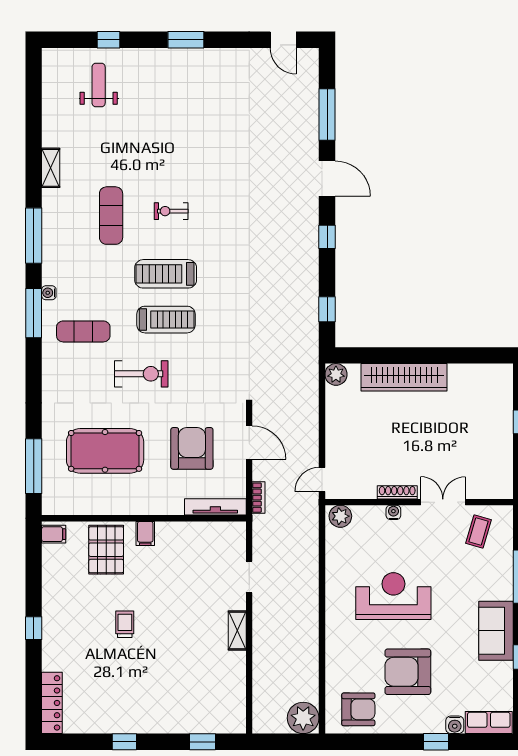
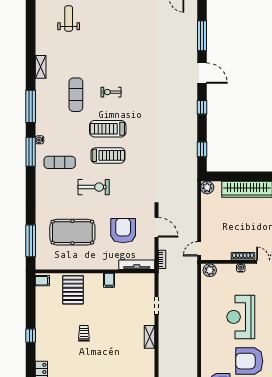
filing cabinet: (145, 533) -> (109, 280), moved
reception desk: (393, 596) -> (241, 317), turned -90

